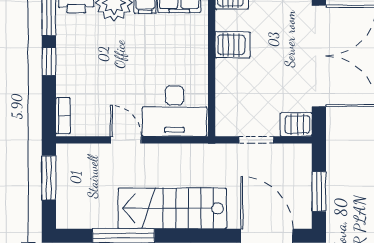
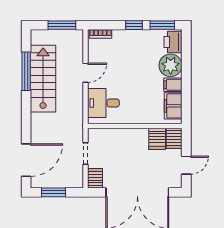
server rack: (233, 45) -> (157, 139), moved
desk: (175, 111) -> (103, 103), width x0.73
stairs: (172, 208) -> (43, 79), moved

